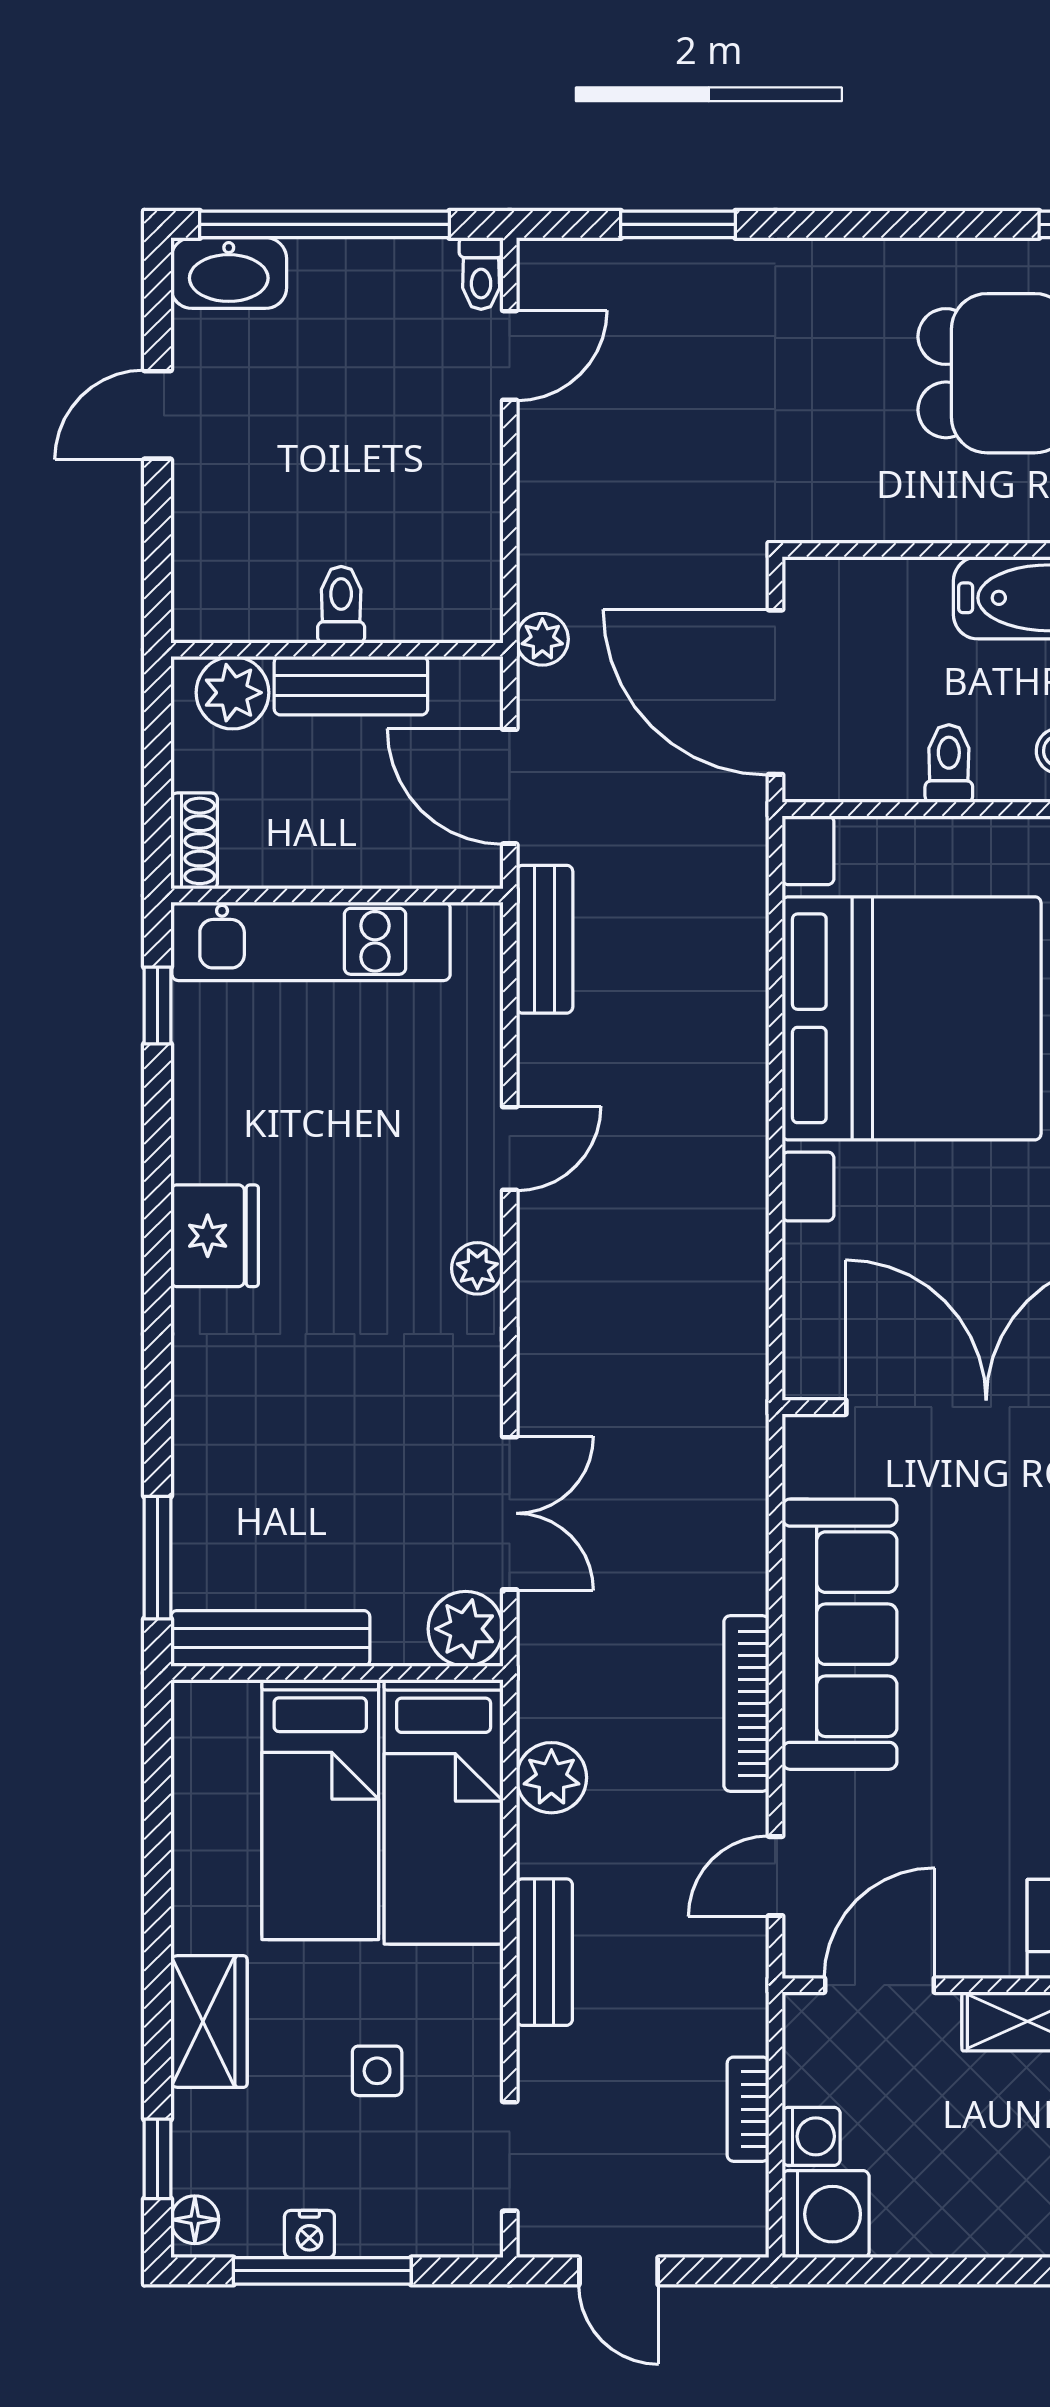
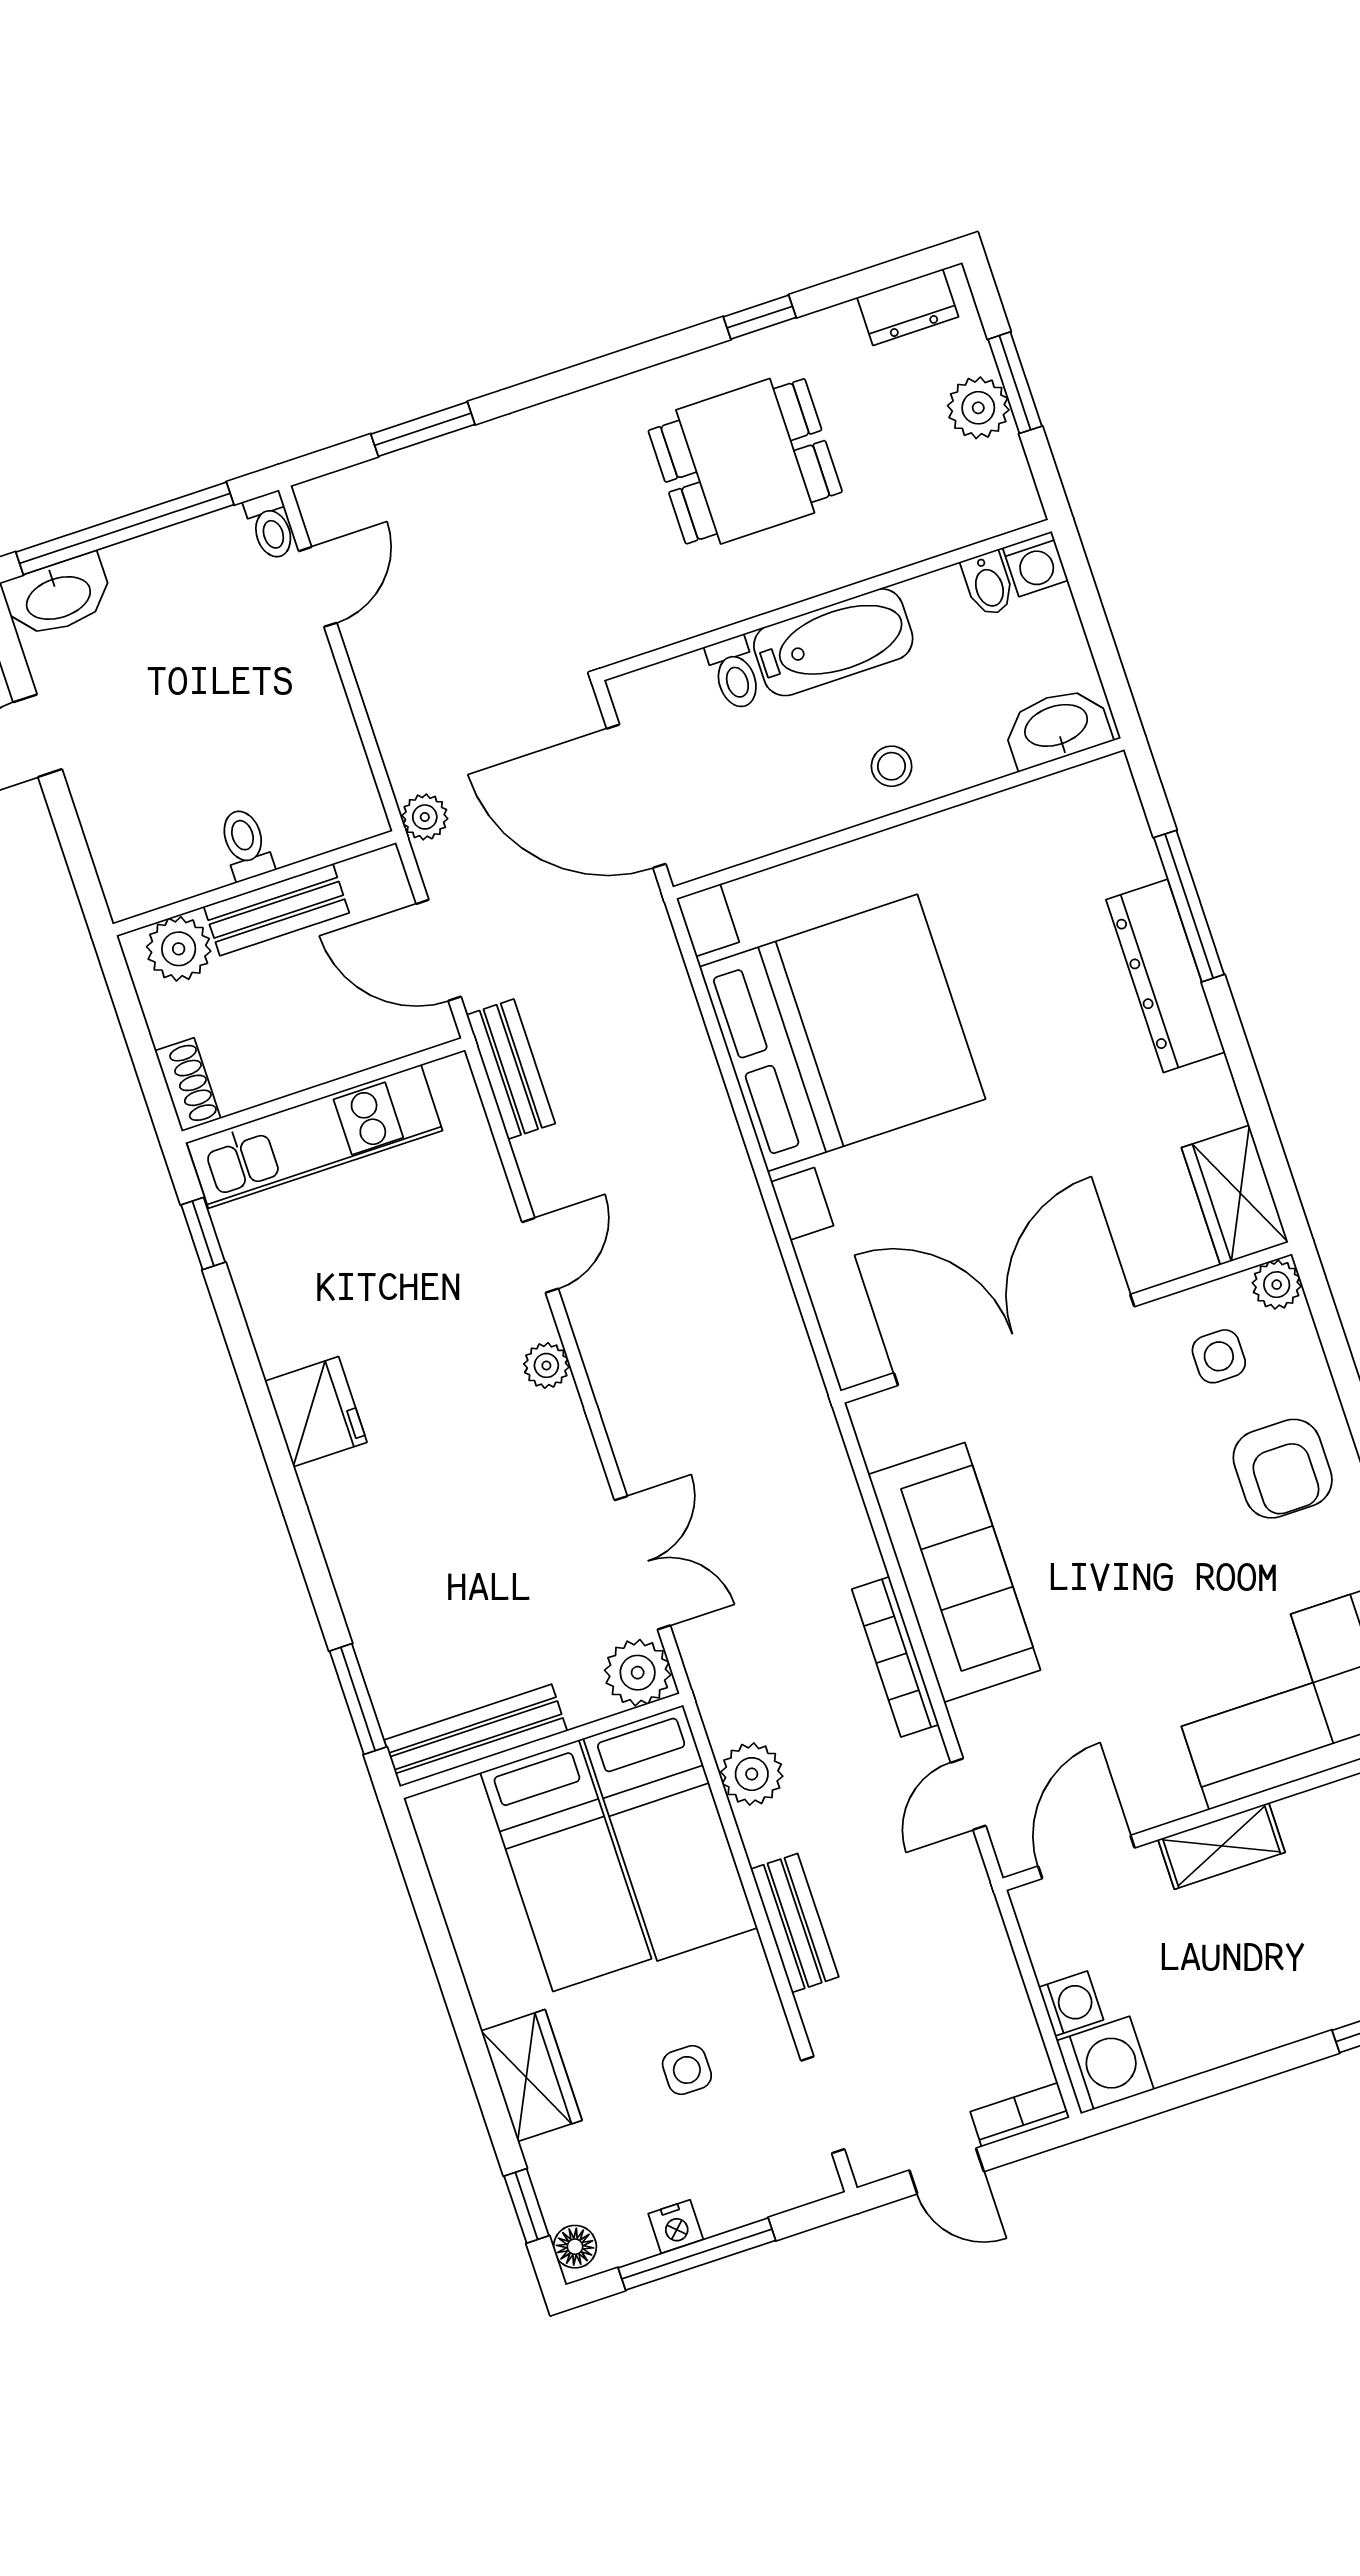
toilet: (949, 764) -> (734, 673), moved, turned 180
bookcase: (748, 2109) -> (1020, 2115), moved, turned 90

